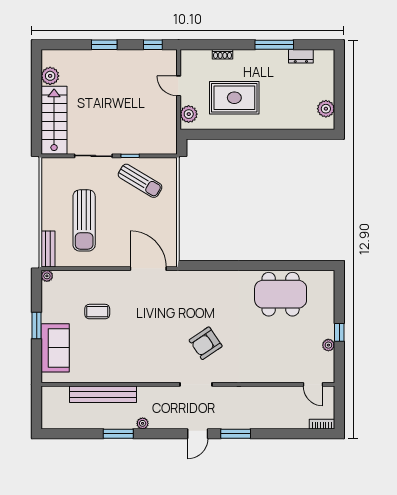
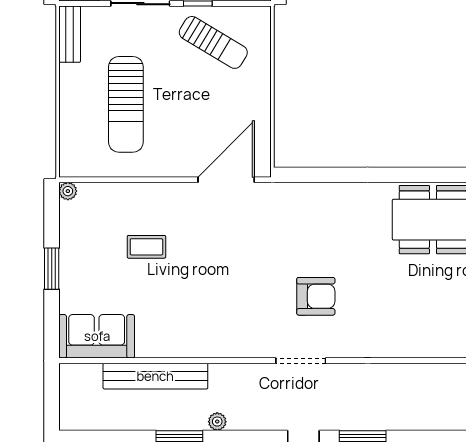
bench: (48, 249) -> (70, 34), moved
door: (148, 269) -> (226, 180), hinge flipped
armchair: (206, 343) -> (316, 296), turned -146
sofa: (55, 348) -> (97, 336), moved, turned -90

